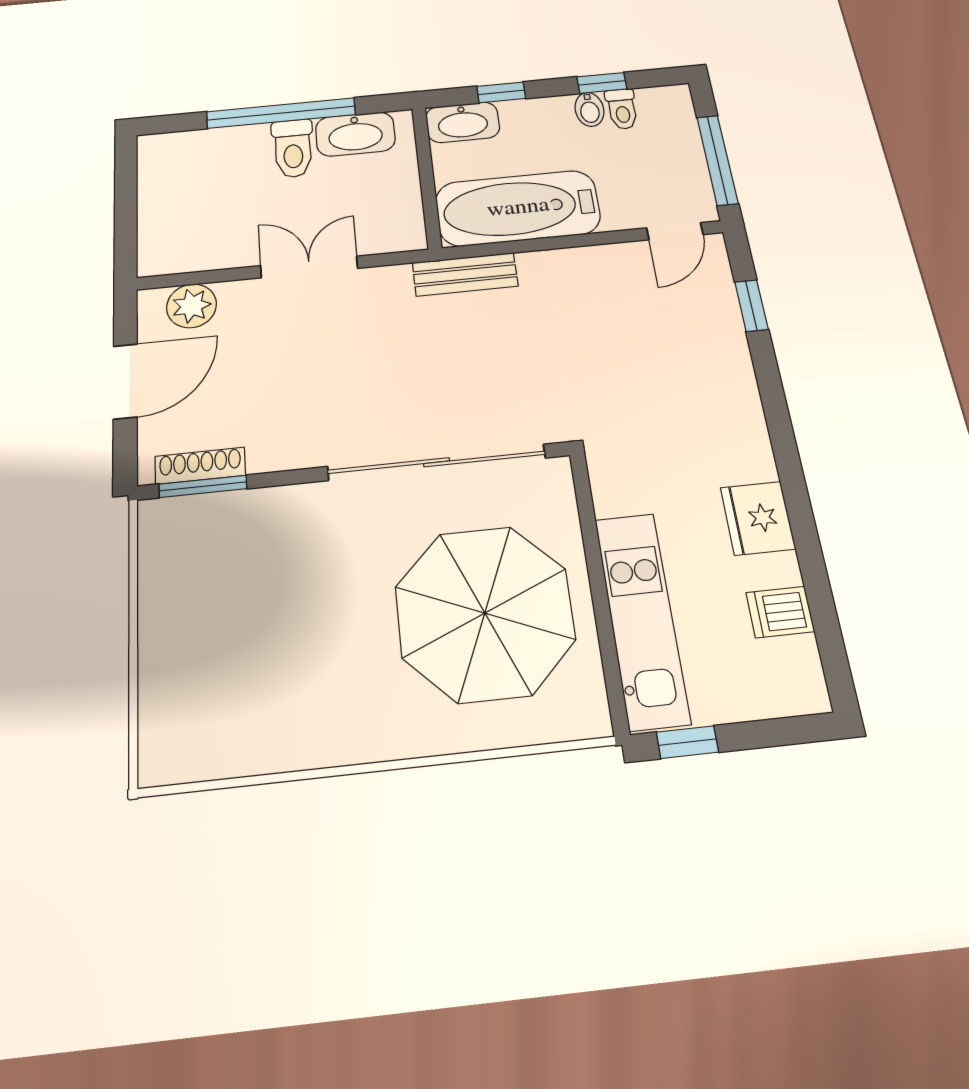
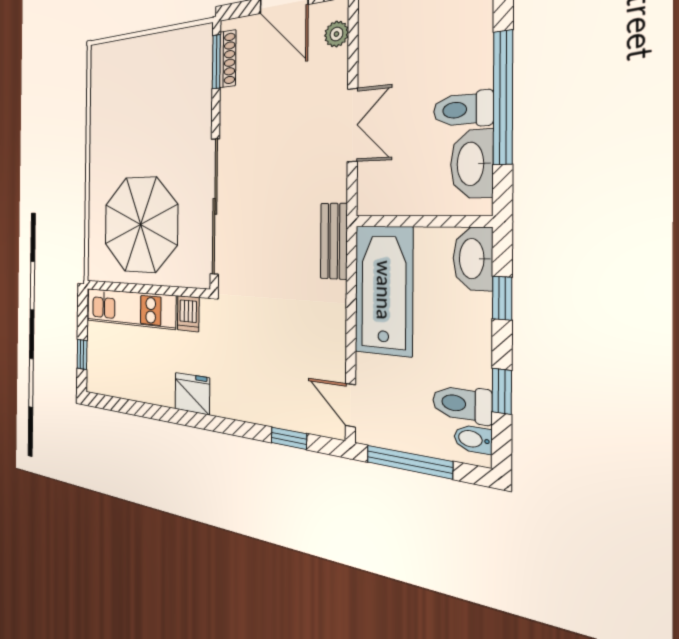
bidet: (589, 109) -> (473, 439), moved
toilet: (622, 109) -> (462, 404), width x1.37, depth x1.39
plant: (192, 306) -> (336, 34), width x0.73, depth x0.73
fridge: (758, 518) -> (192, 393), moved
dishwasher: (780, 612) -> (188, 314), moved, turned 180
window: (687, 742) -> (82, 354), moved

